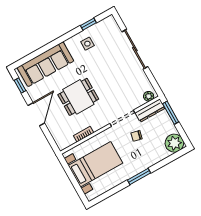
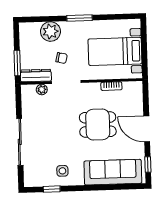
plant: (149, 96) -> (42, 90), moved
door: (36, 114) -> (147, 129), hinge flipped
plant: (174, 143) -> (50, 31), moved

